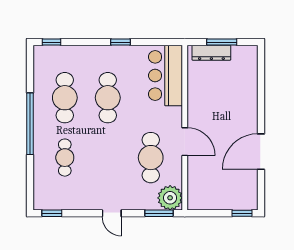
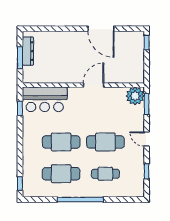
window: (120, 42) -> (20, 108), moved
dresser: (211, 53) -> (28, 51), moved
cafe table: (151, 158) -> (105, 142), moved
window: (52, 213) -> (147, 171), moved
door: (112, 213) -> (147, 139), swing flipped

